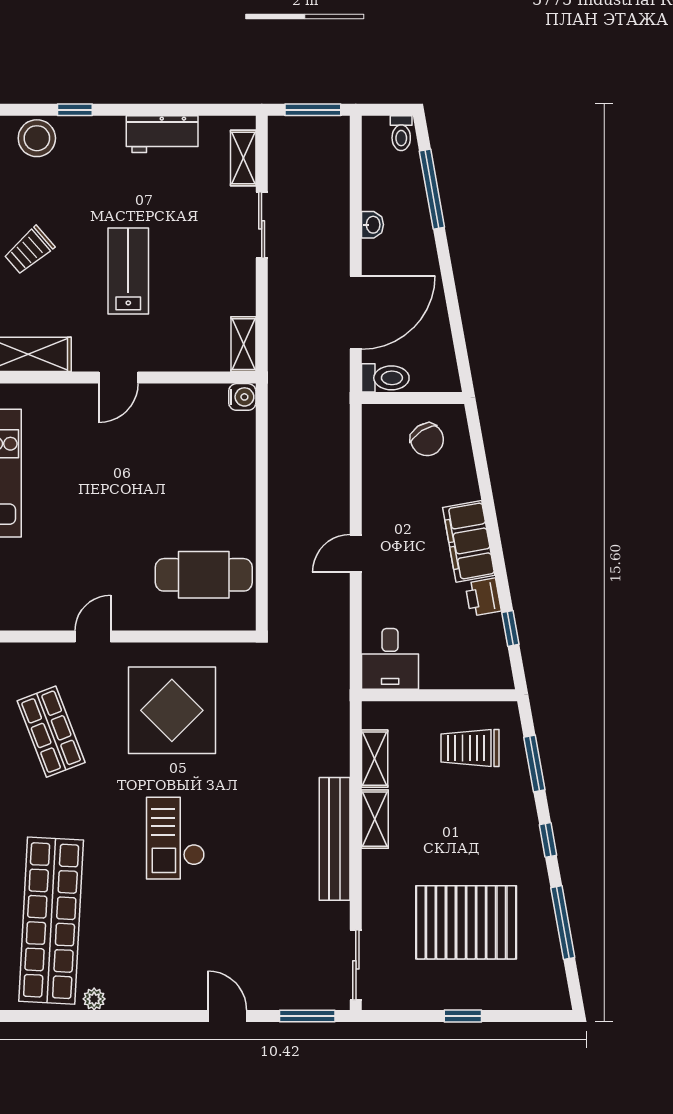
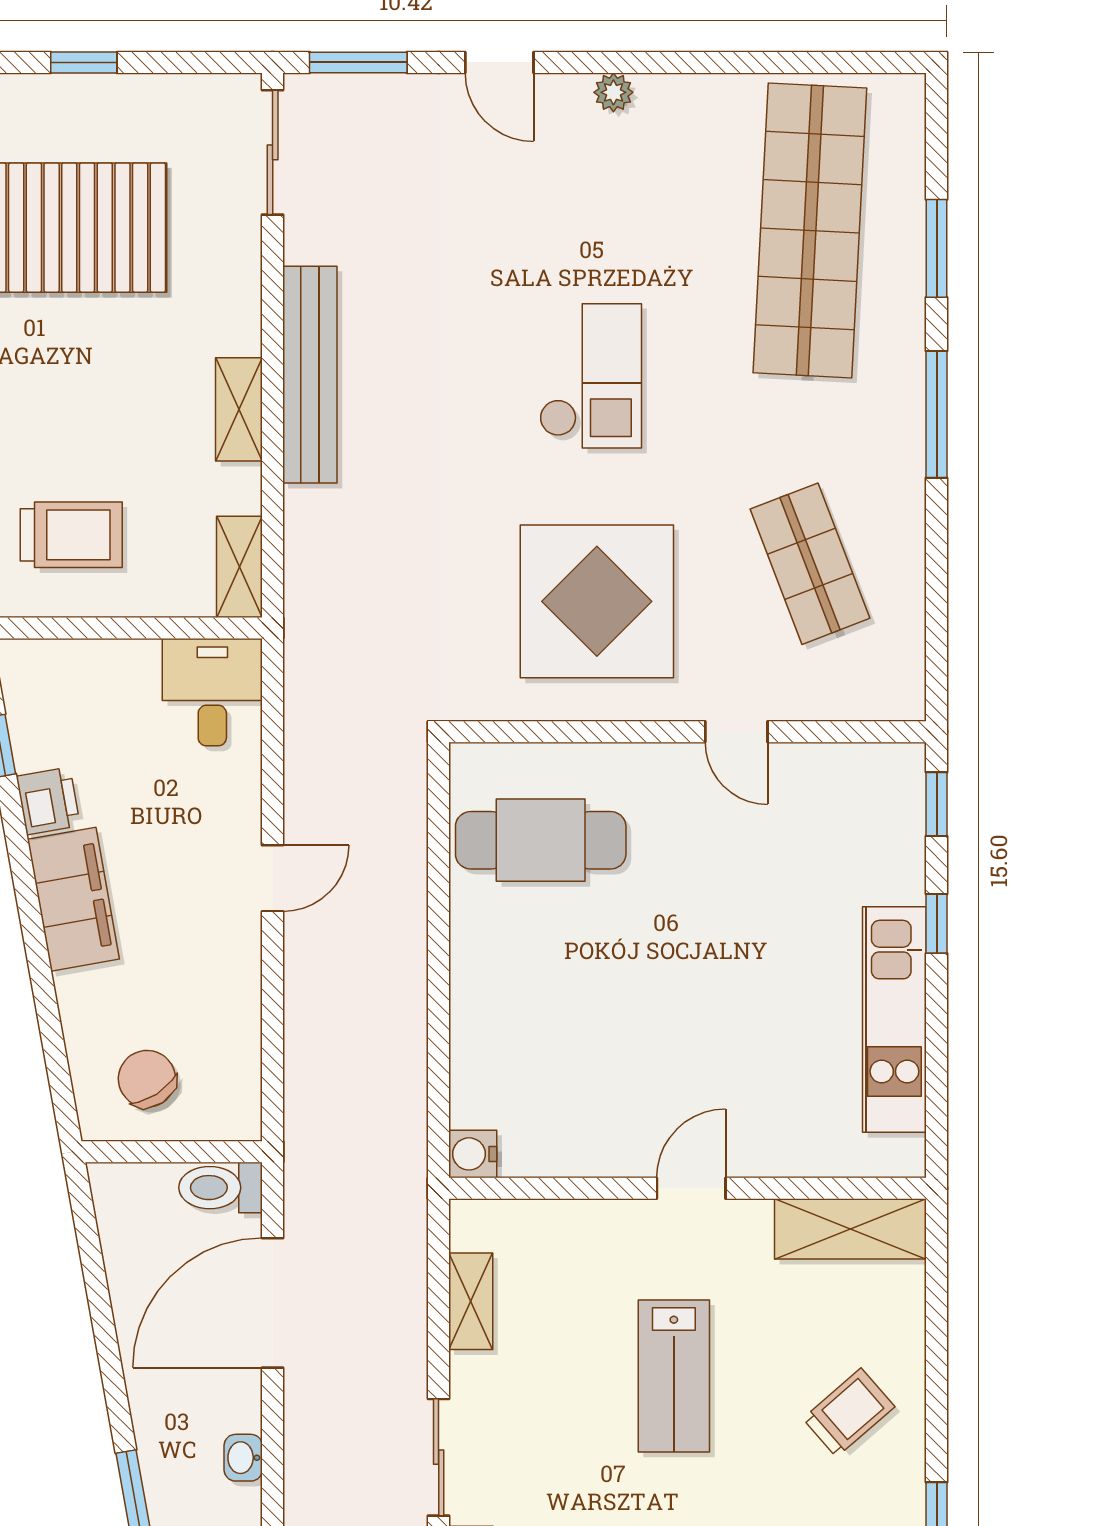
shelving: (243, 344) -> (471, 1301), moved
door: (93, 636) -> (736, 732), hinge flipped
shelving: (375, 759) -> (239, 567), moved
plant: (94, 999) -> (613, 92), moved

